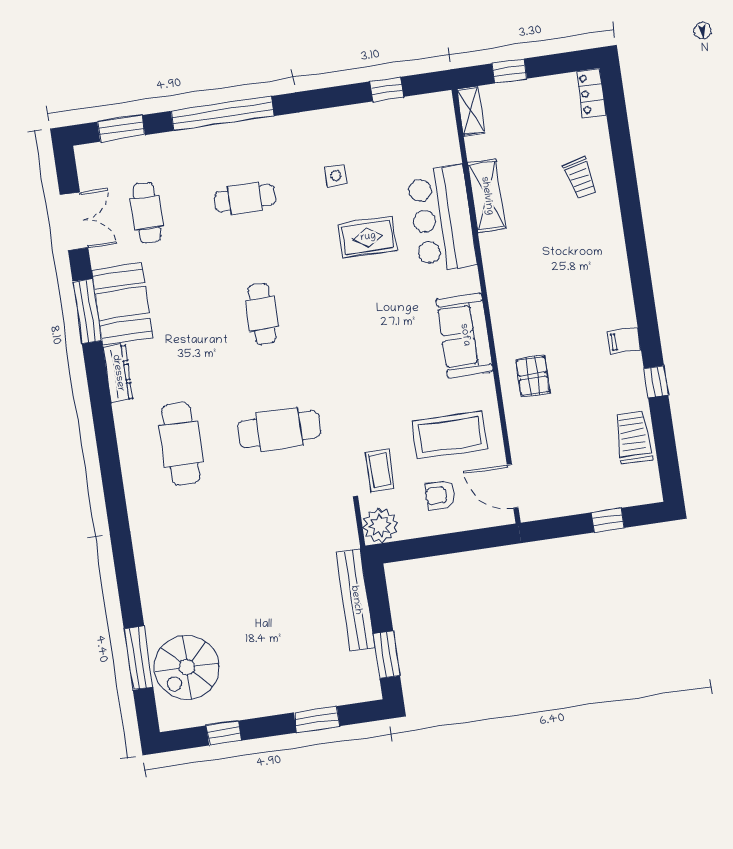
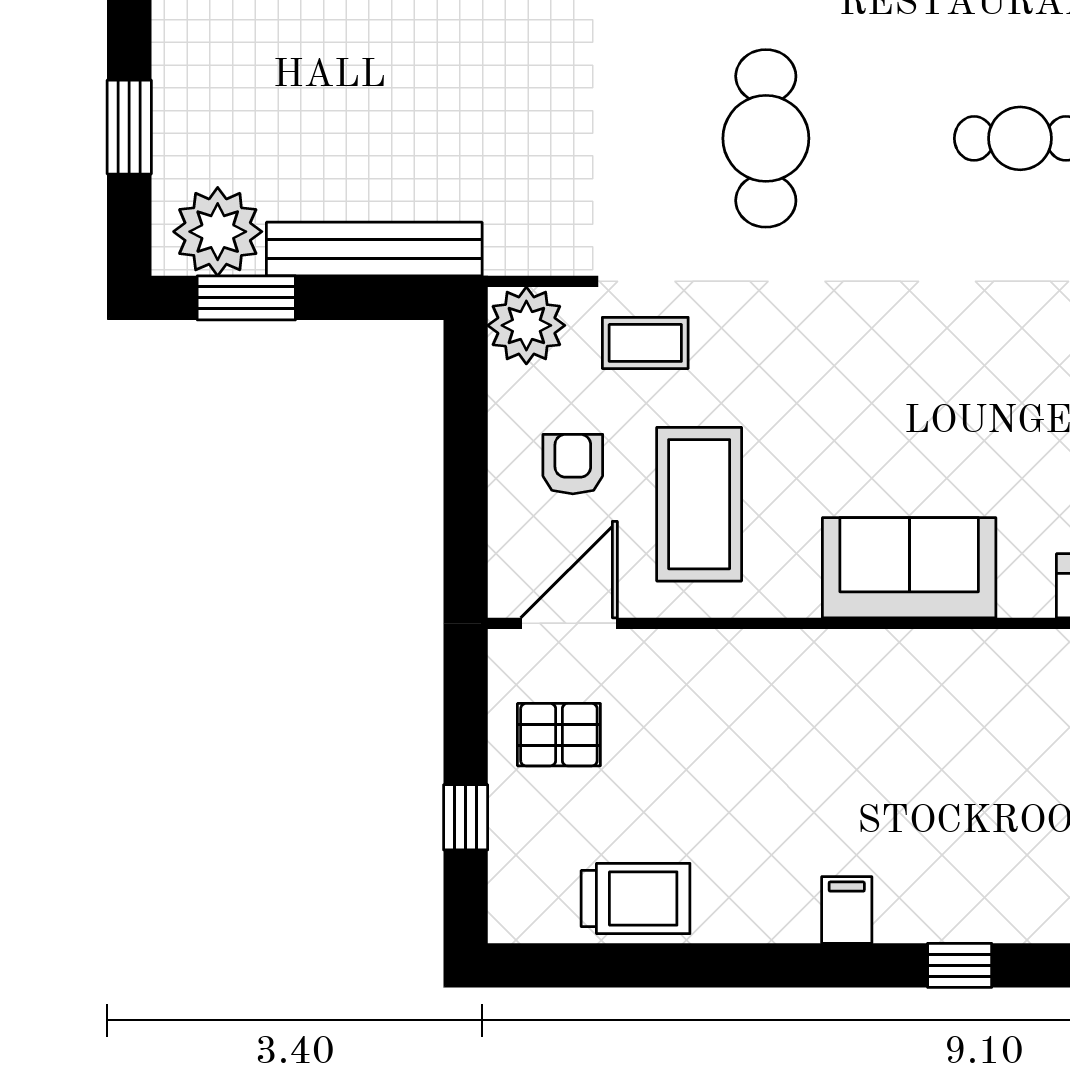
pallet: (533, 376) -> (559, 735), moved
window: (656, 382) -> (960, 965), moved
plant: (358, 672) -> (218, 232), added

